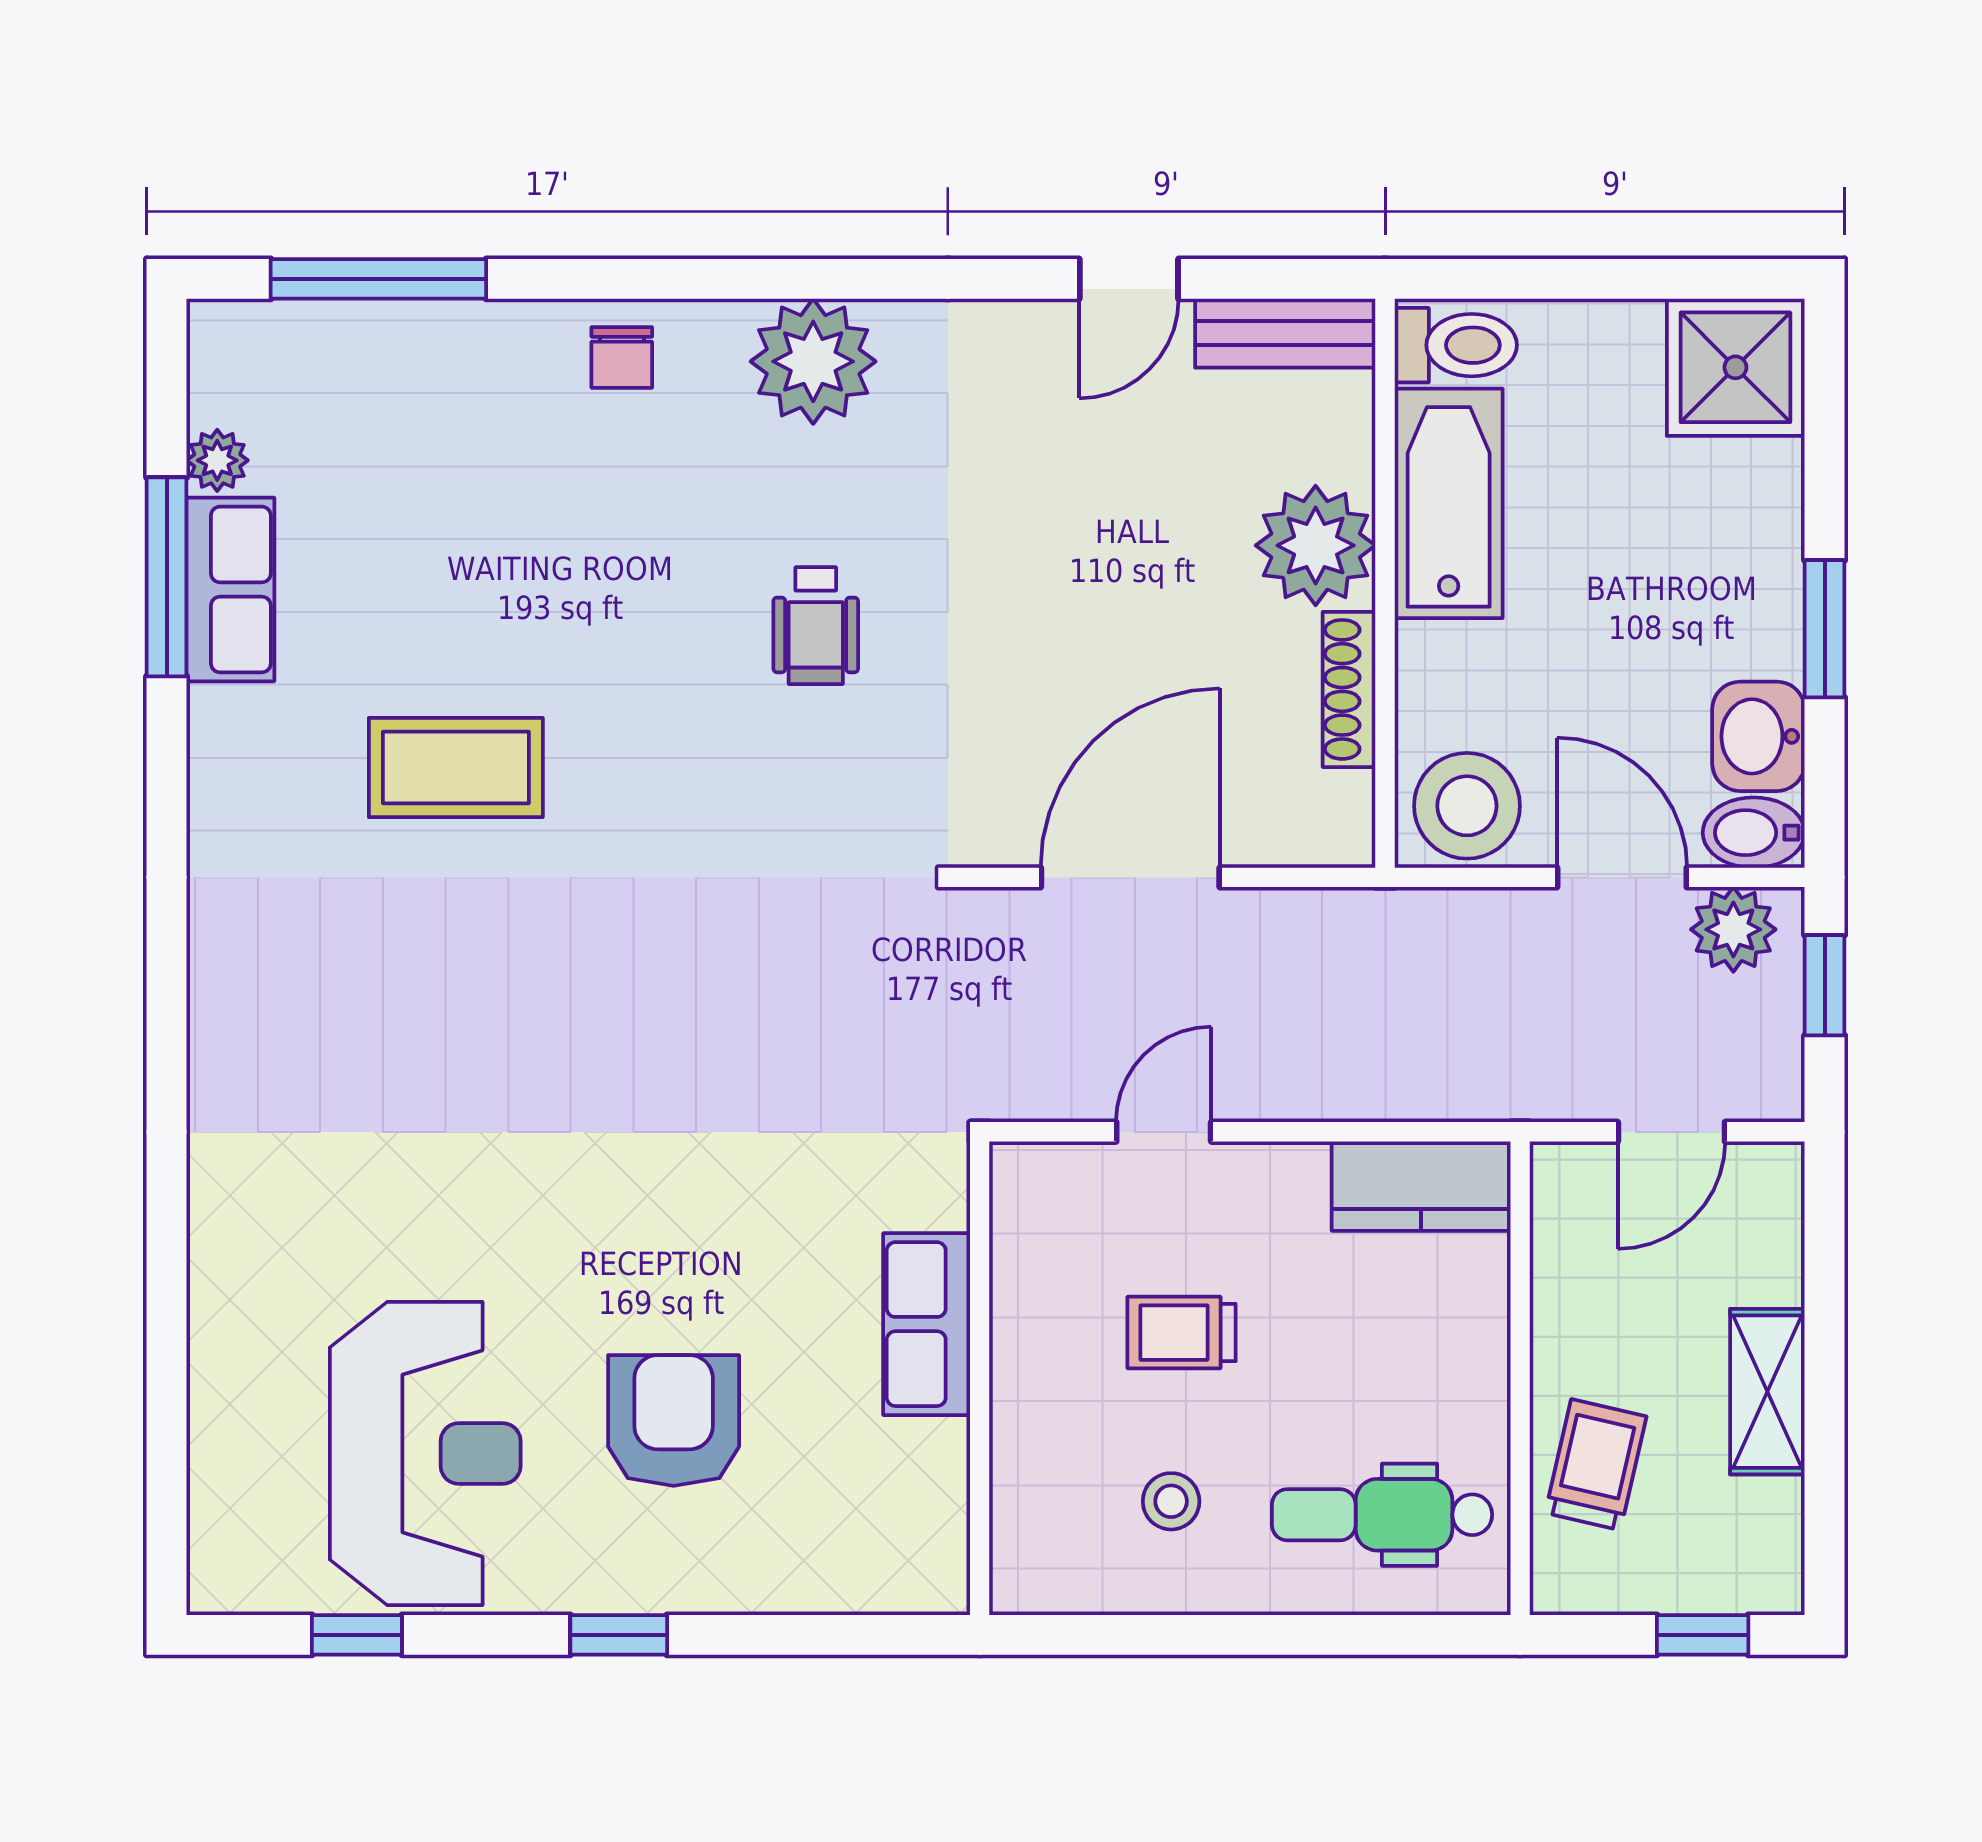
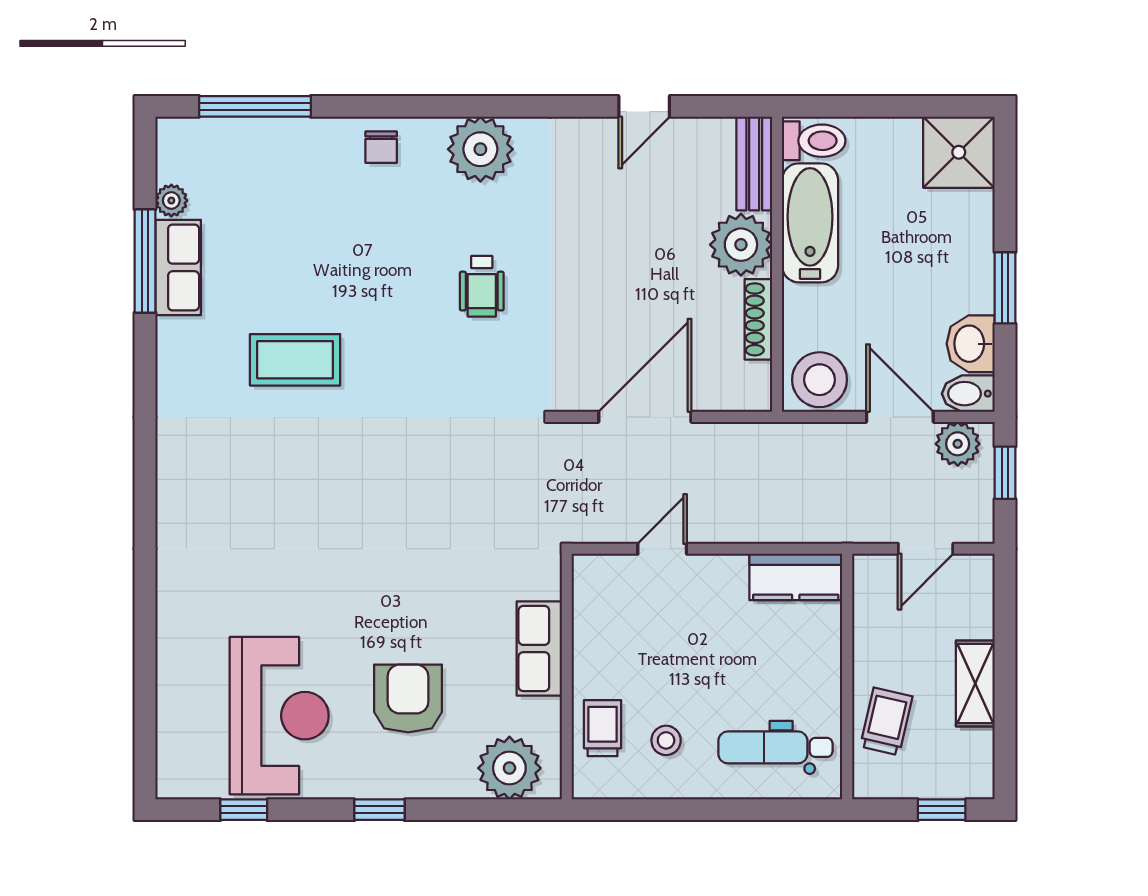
bench: (1285, 333) -> (754, 163), moved, turned 90
trolley: (1182, 1333) -> (603, 728), moved, turned 90
plant: (869, 1554) -> (509, 768), added

